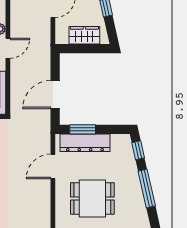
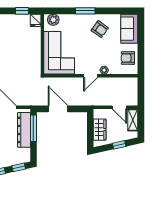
door: (8, 48) -> (91, 76), hinge flipped
window: (83, 129) -> (33, 128), width x1.44

